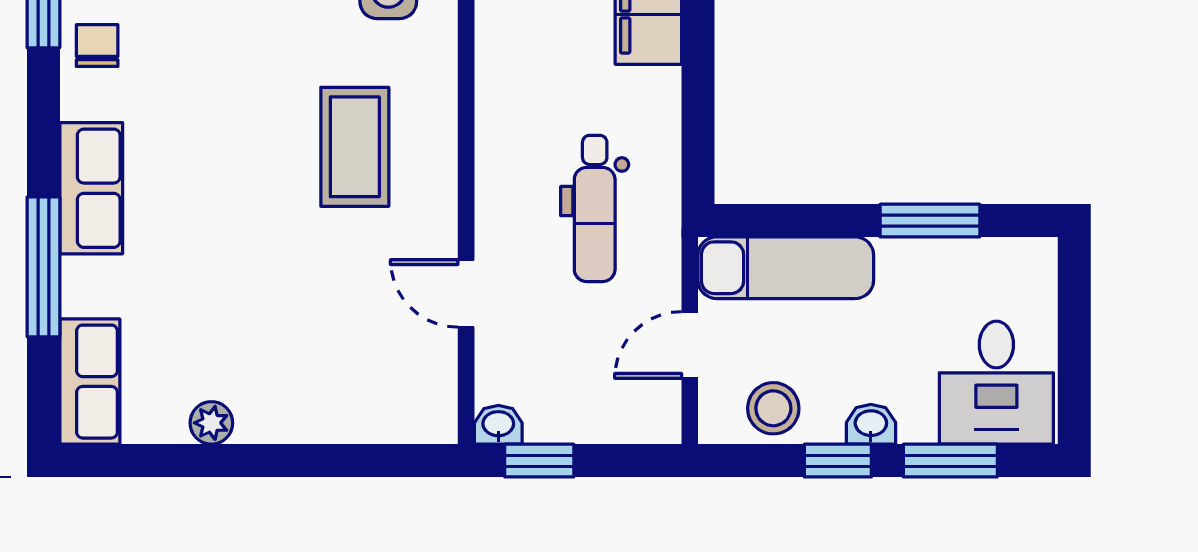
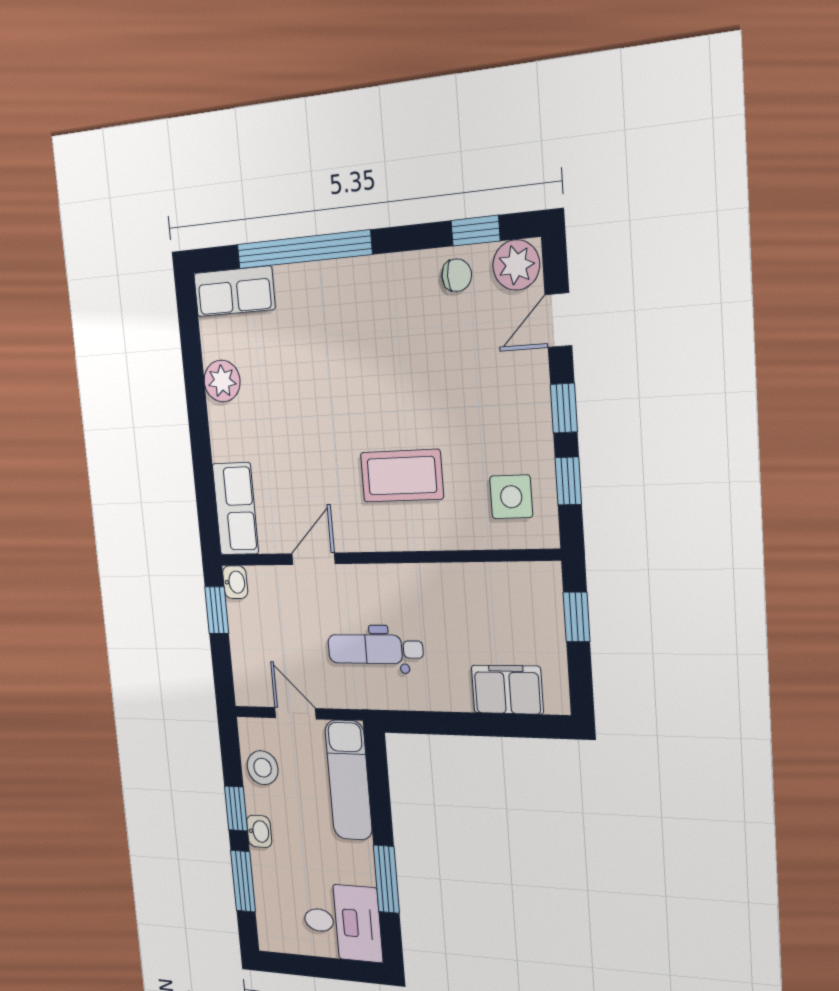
row of seats: (91, 188) -> (235, 509), moved, turned -90
window: (43, 267) -> (304, 249), width x1.46
desk: (996, 383) -> (342, 922), moved, turned 180
plant: (211, 423) -> (222, 381), width x1.38, depth x1.38

